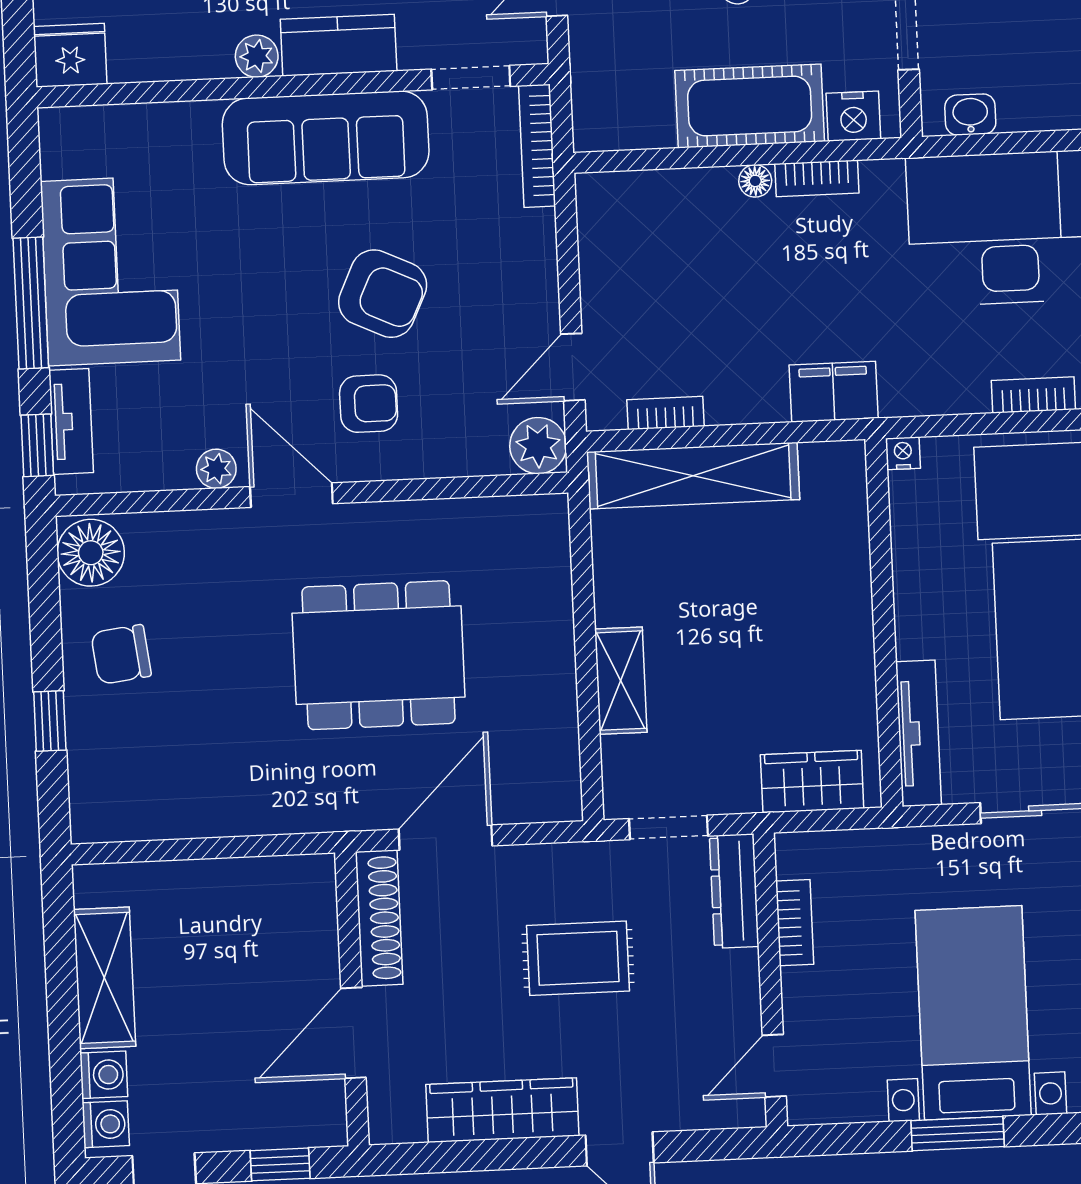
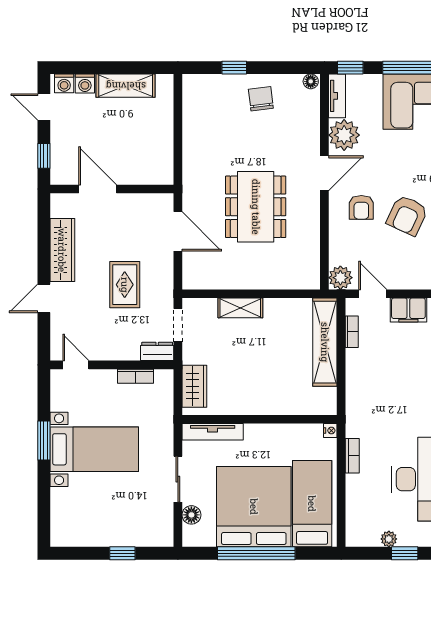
filing cabinet: (834, 392) -> (408, 310), moved, turned 90
bookcase: (1033, 395) -> (352, 456), moved
tv unit: (71, 421) -> (337, 96), moved, turned -90
plant: (216, 469) -> (344, 135), width x1.87, depth x1.87
floor lamp: (91, 553) -> (311, 81), width x0.53, depth x0.53
dresser: (734, 891) -> (157, 351), width x0.70
shoe rack: (379, 918) -> (145, 202), removed

